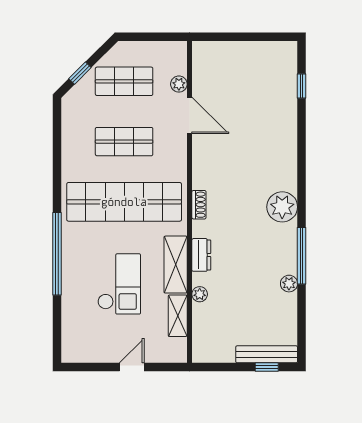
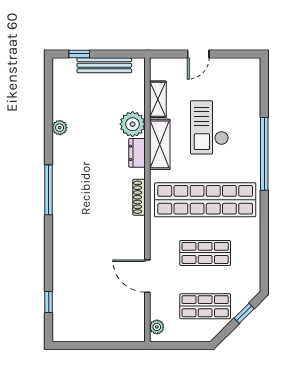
plant: (179, 84) -> (157, 327), moved
shoe rack: (199, 205) -> (139, 197), width x1.43
plant: (282, 207) -> (66, 195), removed
window: (302, 256) -> (49, 190), moved
plant: (200, 294) -> (133, 124), width x1.88, depth x1.88
bench: (267, 354) -> (104, 65), moved

